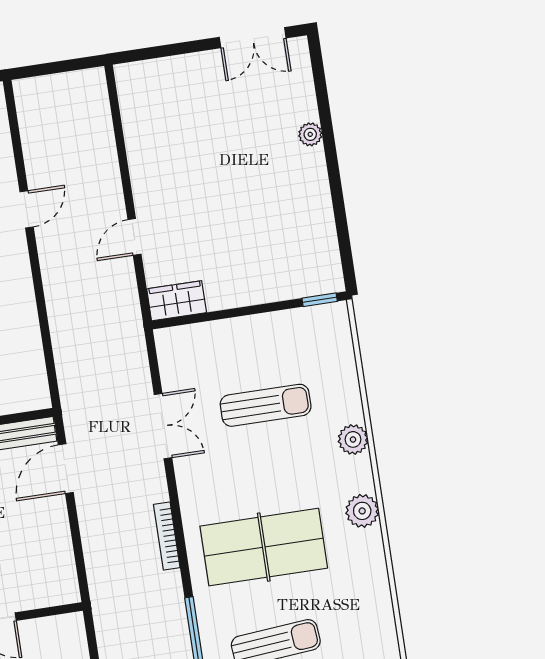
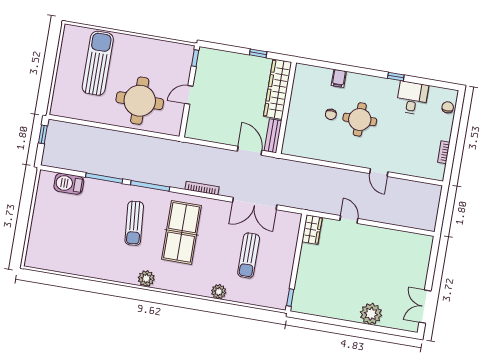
plant: (310, 134) -> (371, 314), width x1.88, depth x1.88
double door: (163, 426) -> (255, 204), width x1.37
plant: (362, 511) -> (146, 278), moved

